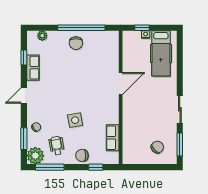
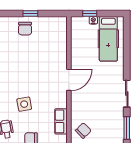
window: (81, 28) -> (30, 14), width x0.32
door: (121, 84) -> (69, 80), moved
chair: (157, 147) -> (83, 131), moved

